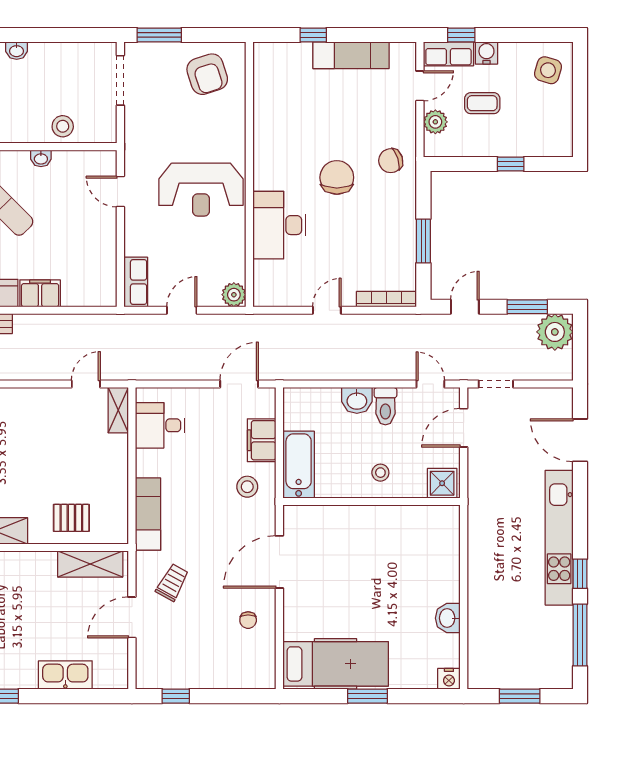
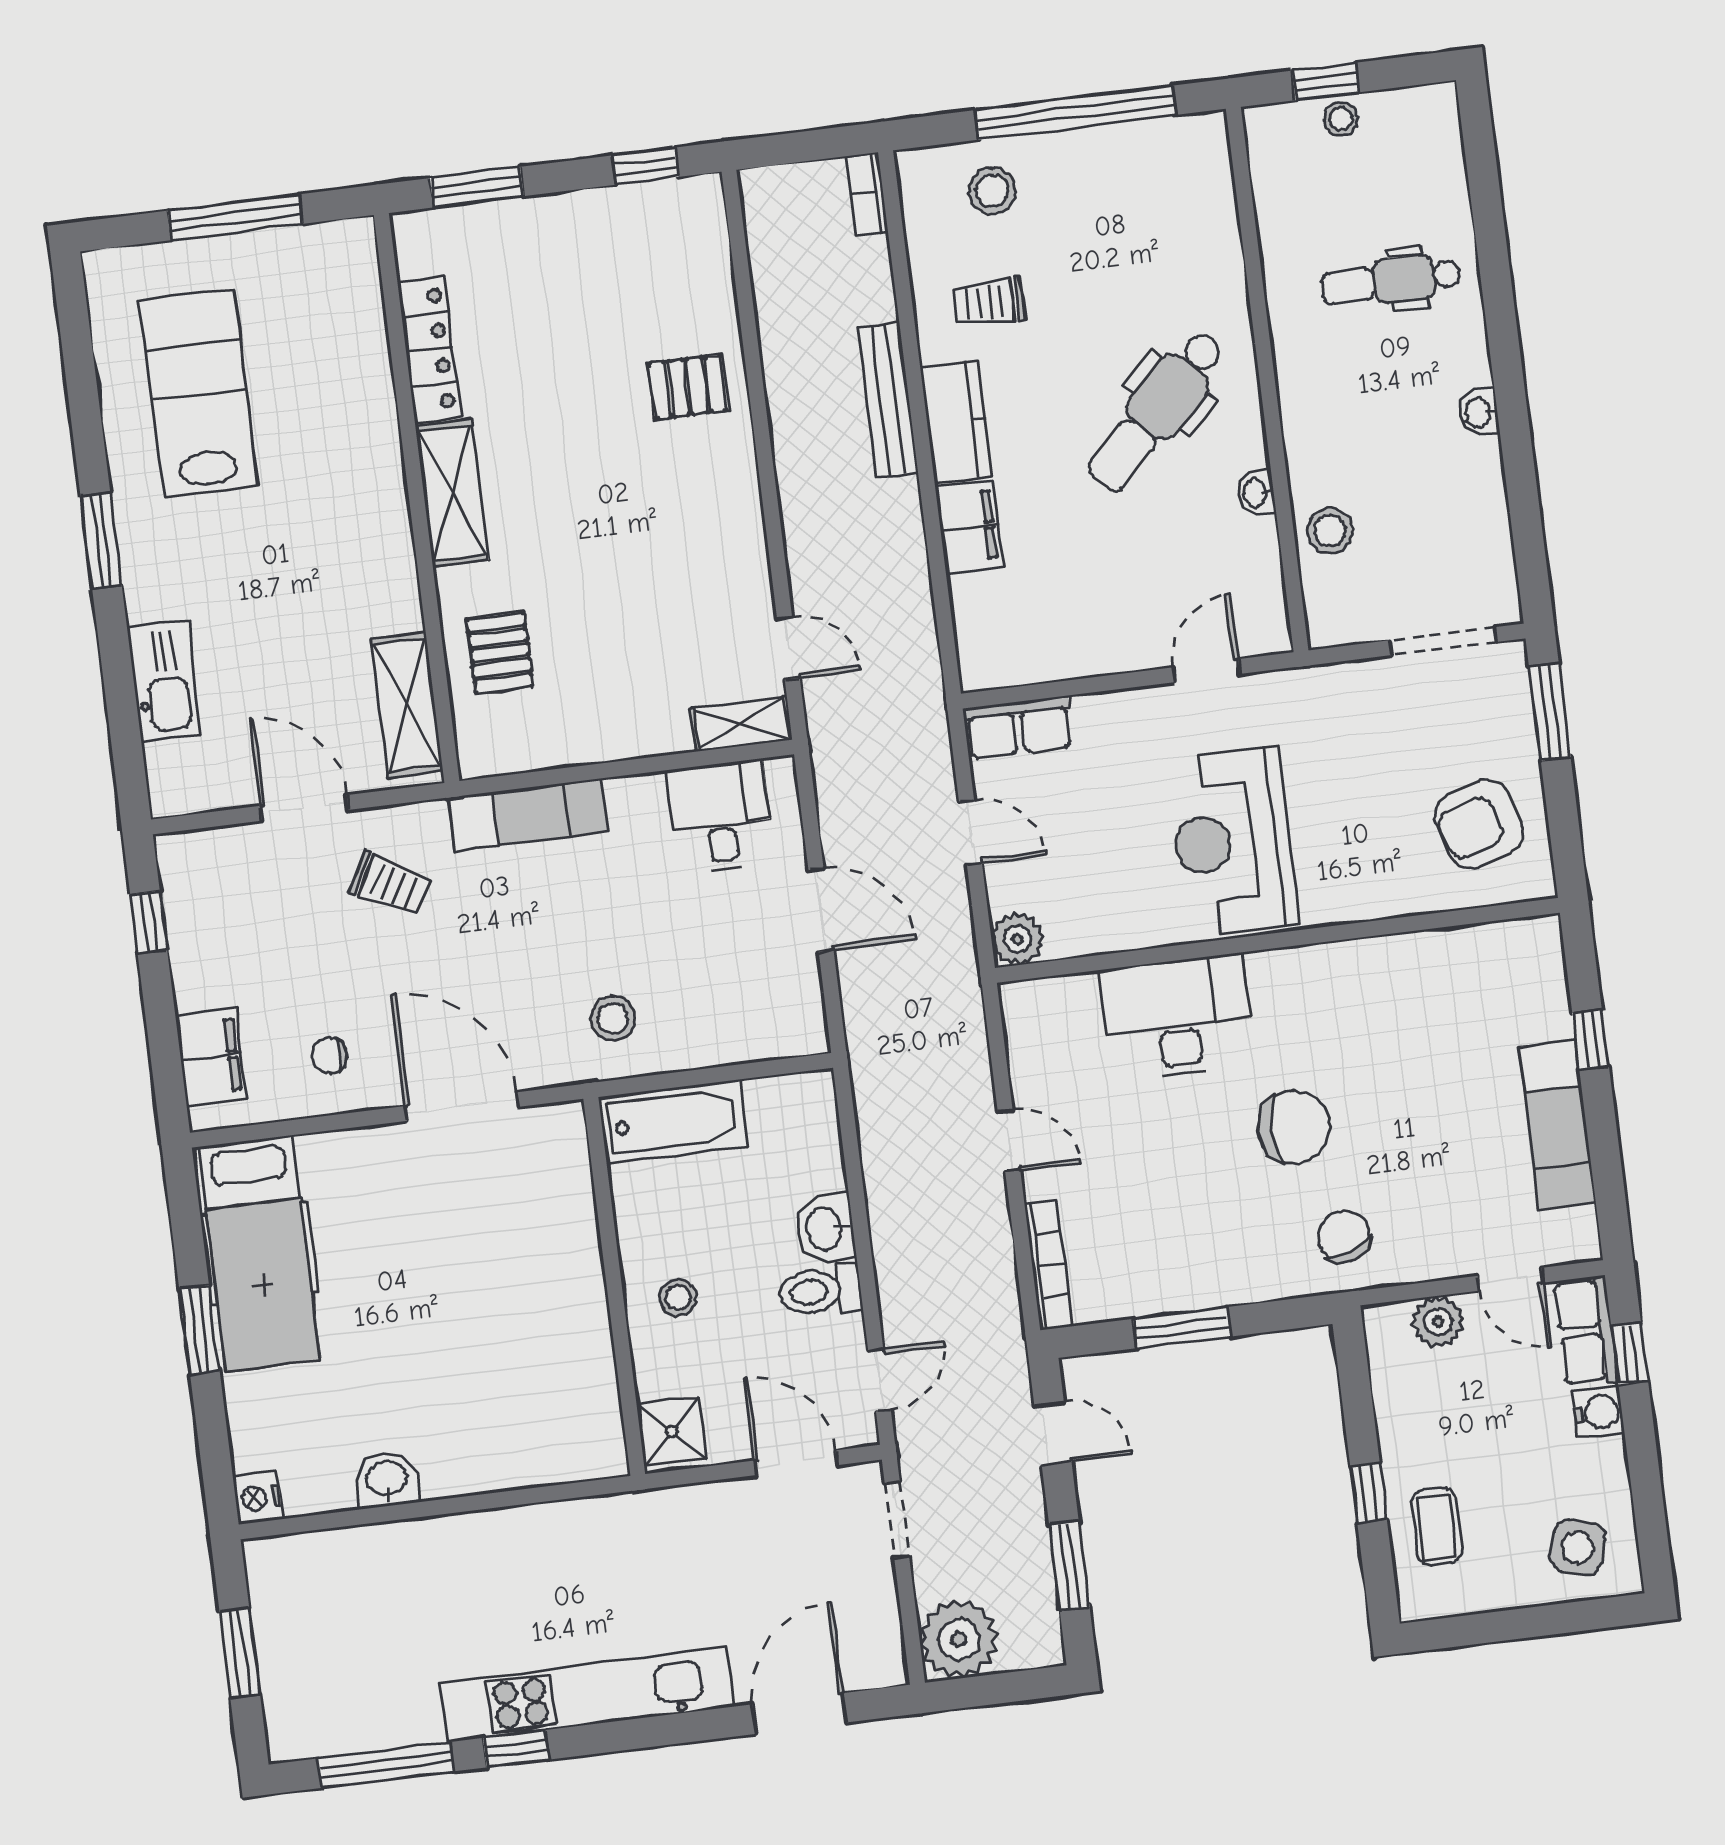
coffee table: (482, 103) -> (1437, 1527), moved
plant: (555, 332) -> (959, 1639), moved
door: (239, 384) -> (821, 910), moved
filing cabinet: (262, 440) -> (211, 1057), moved, turned 90

